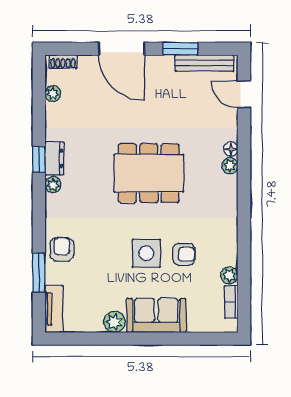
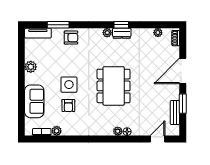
bench: (204, 63) -> (175, 113), width x0.73
sofa: (156, 315) -> (34, 101), moved

